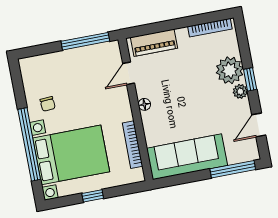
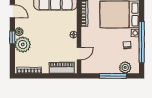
window: (85, 41) -> (113, 76), moved
plant: (44, 64) -> (125, 68), added
door: (259, 125) -> (12, 11), hinge flipped
window: (29, 144) -> (142, 42), moved

